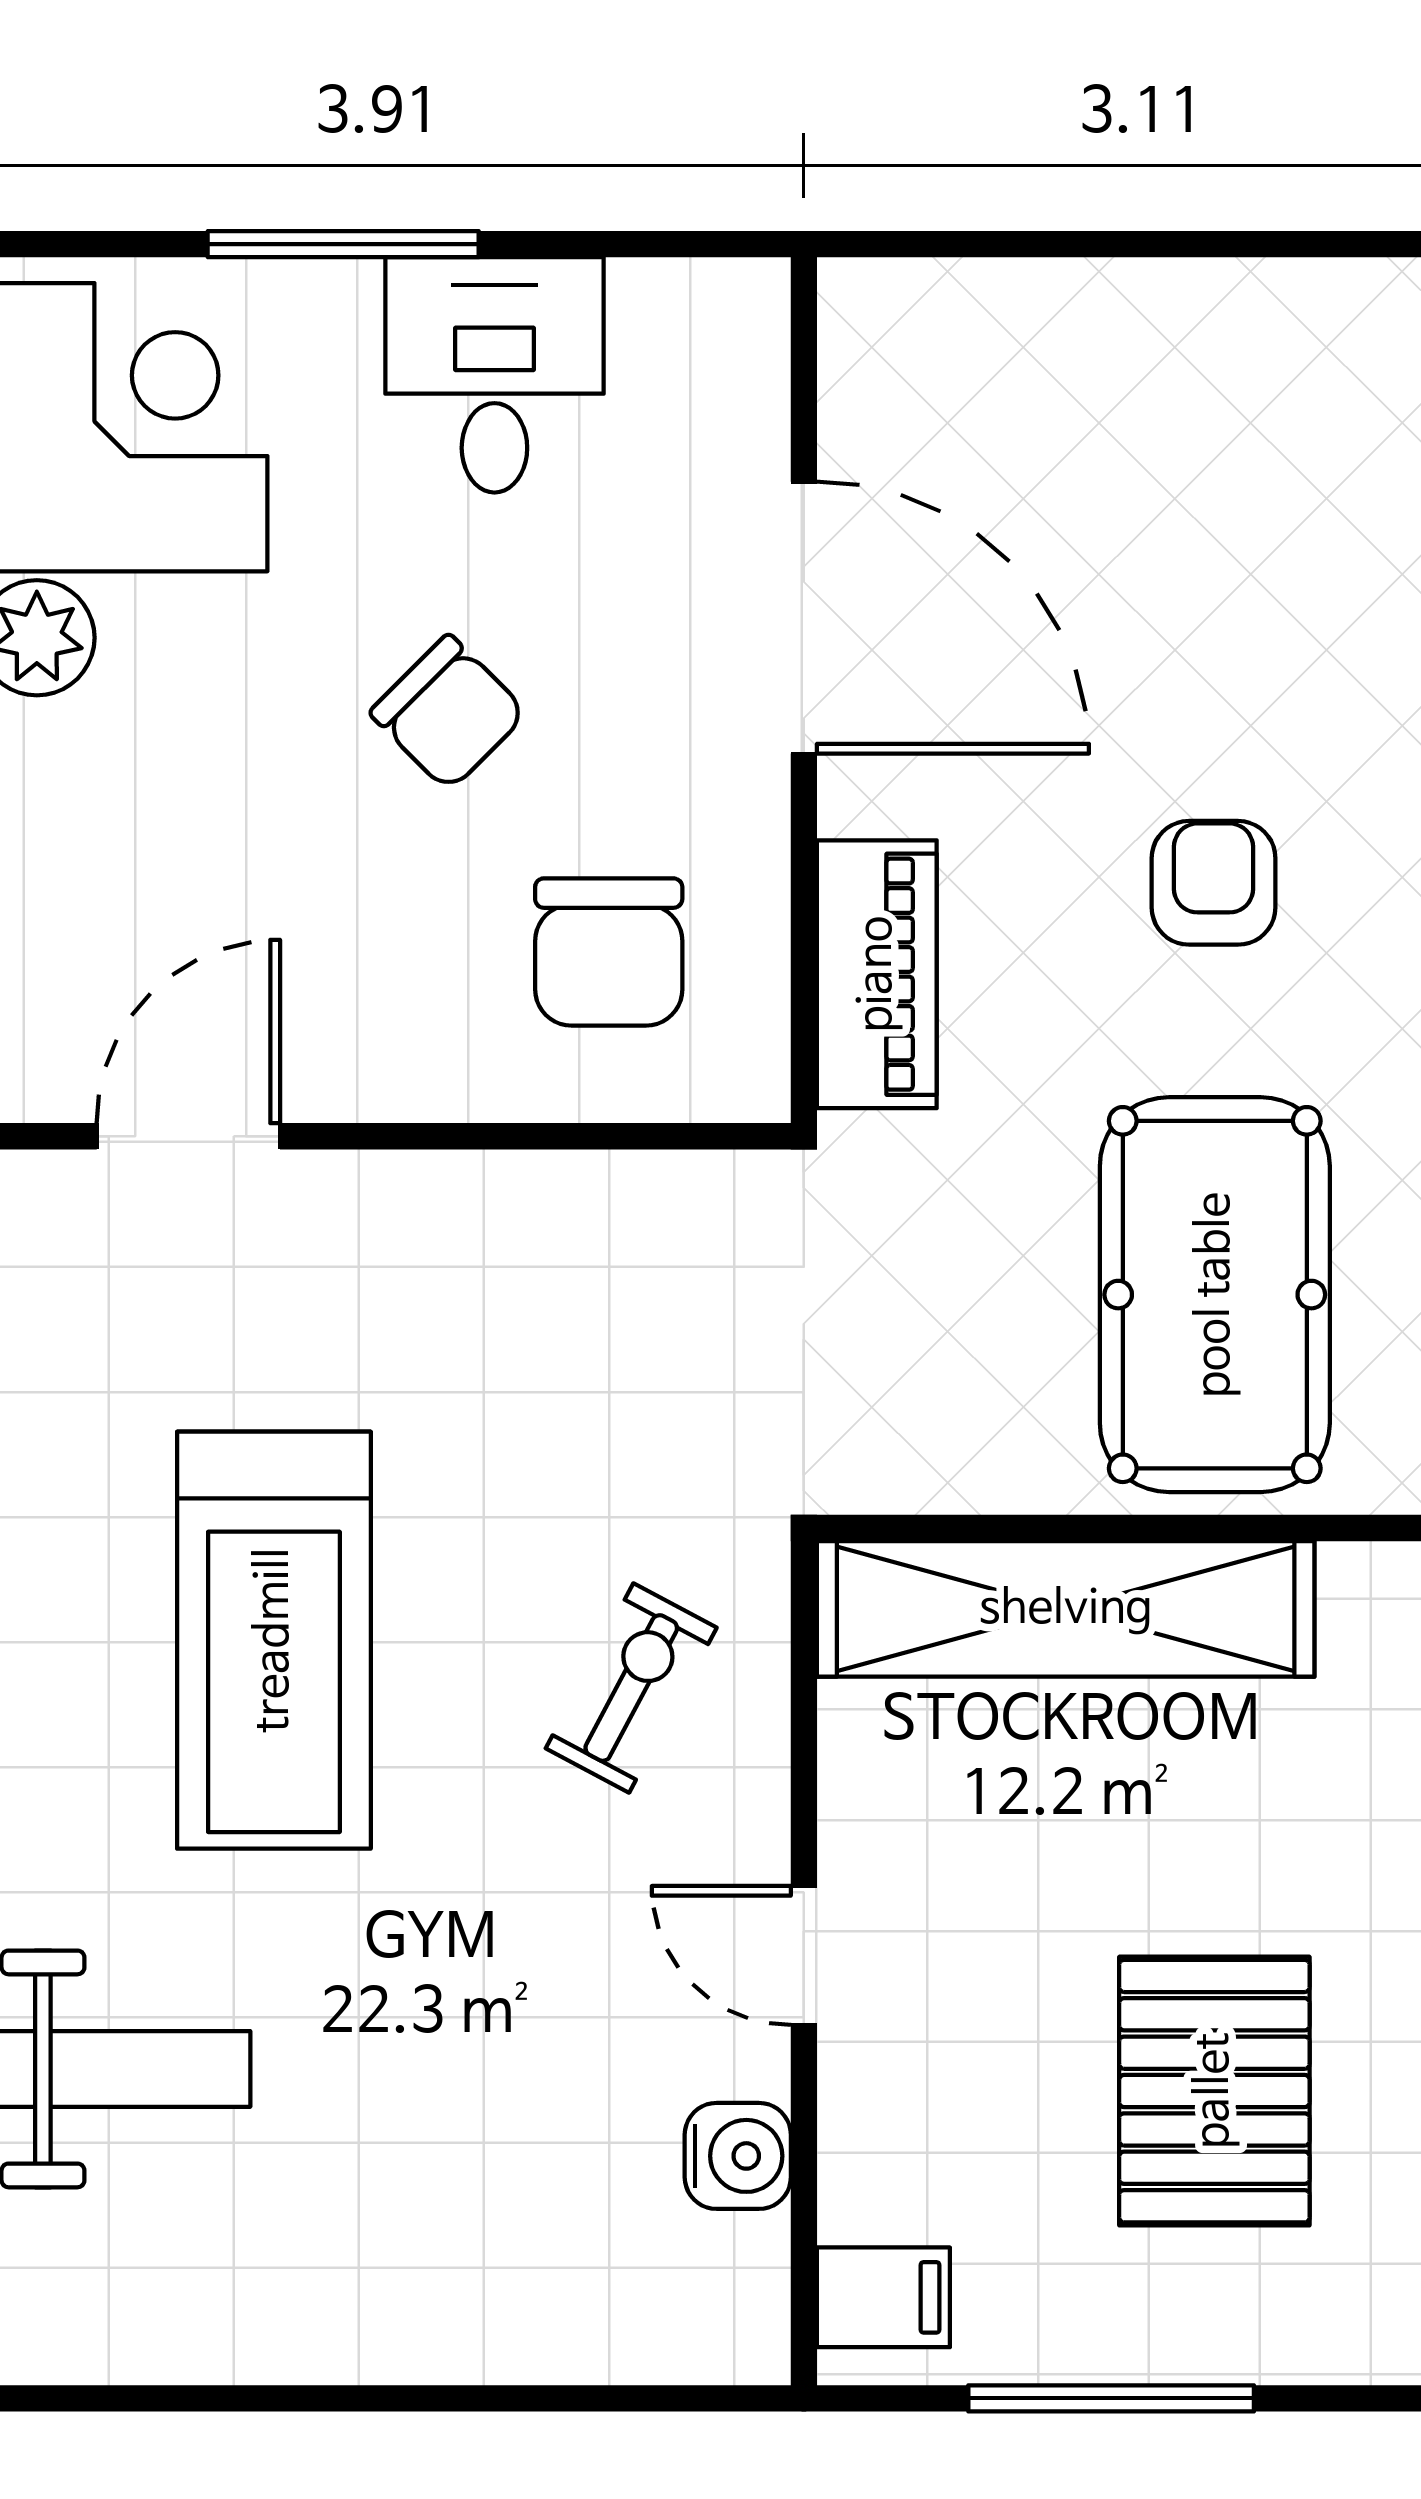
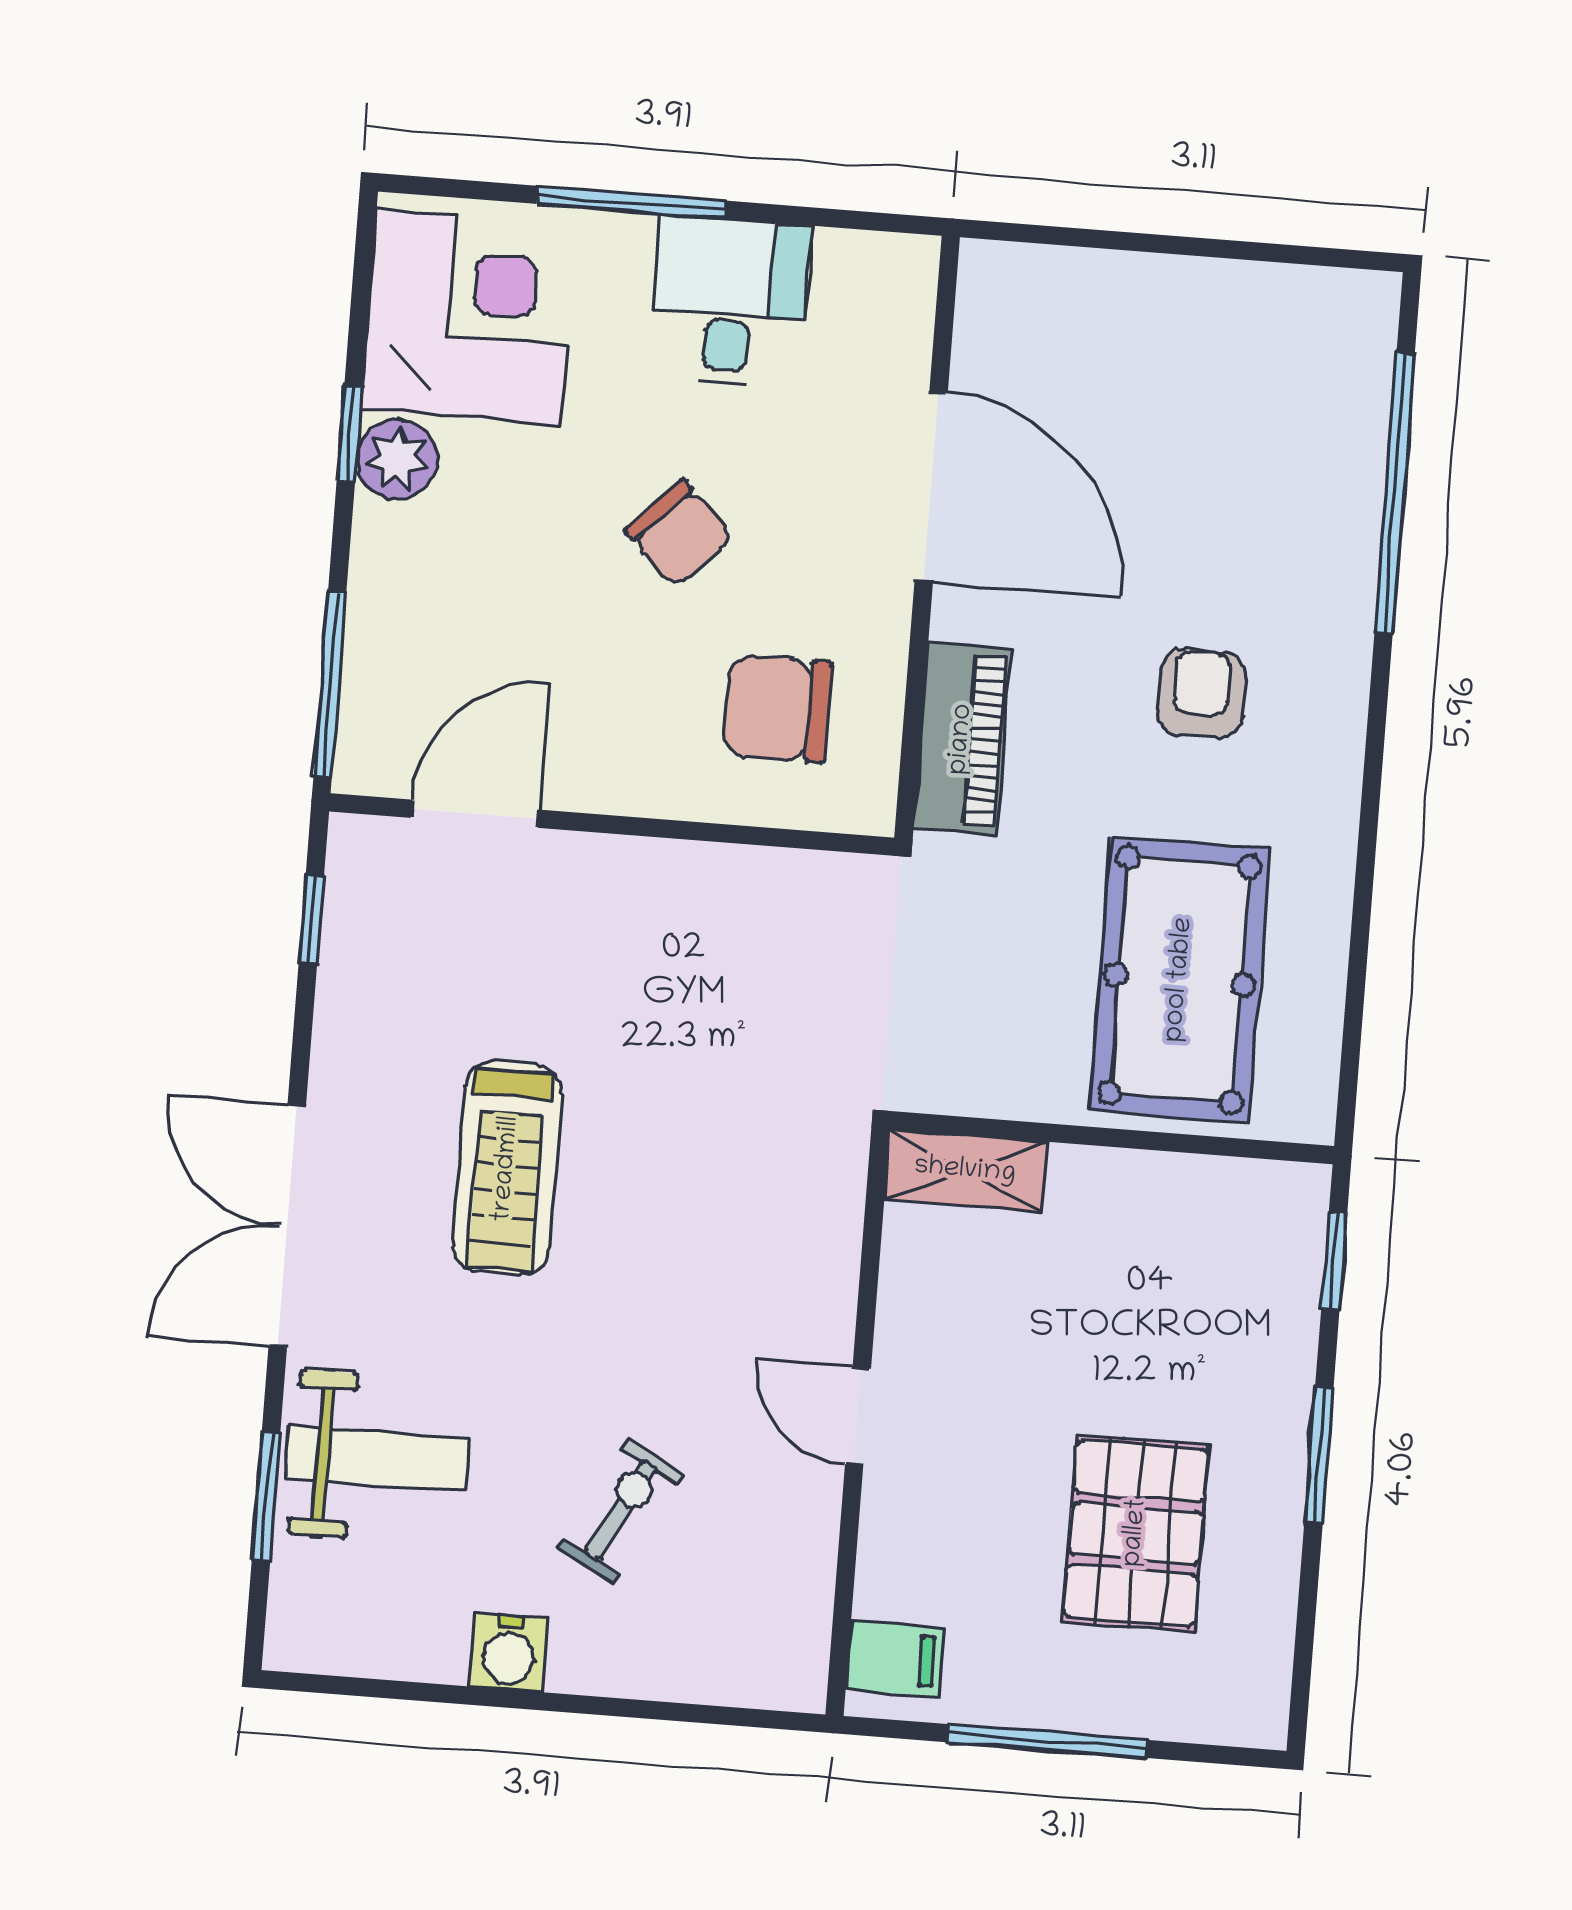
chair: (609, 952) -> (777, 709), turned 90
shelving: (1066, 1609) -> (965, 1171), width x0.45, depth x0.75
treadmill: (274, 1640) -> (507, 1169), width x0.73, depth x0.73
exercise bike: (631, 1688) -> (621, 1511), moved
water cooler: (738, 2156) -> (509, 1653), moved, turned 90

